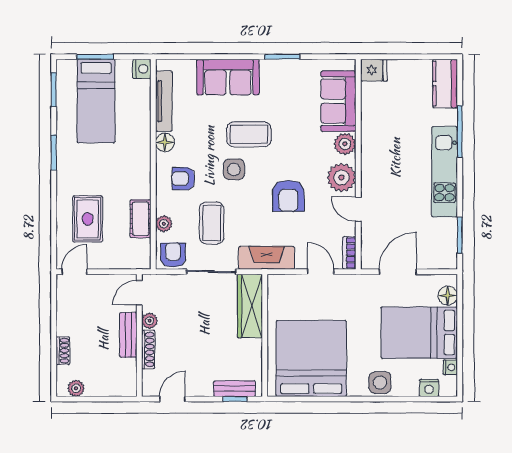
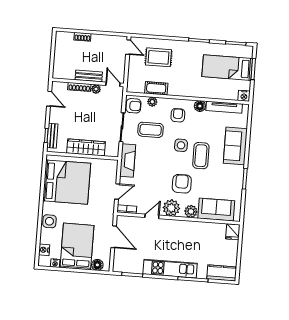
armchair: (288, 196) -> (182, 184), moved, turned 90
wardrobe: (250, 306) -> (86, 147), moved
plant: (76, 388) -> (60, 43), removed

